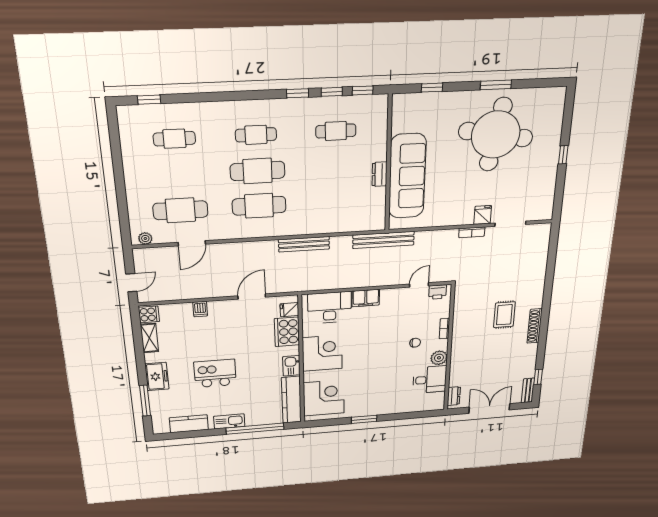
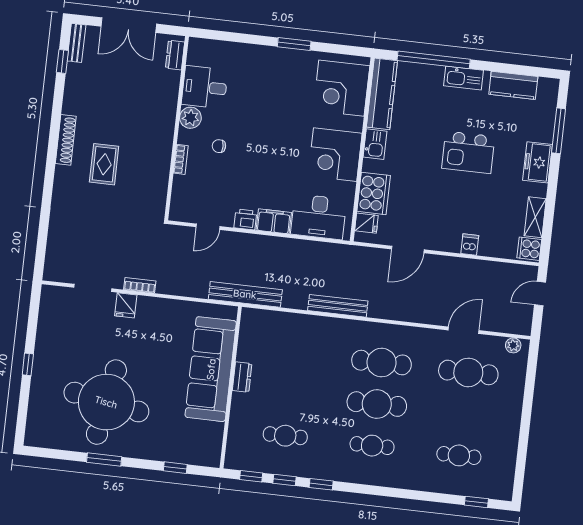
printer: (438, 292) -> (245, 219), moved

